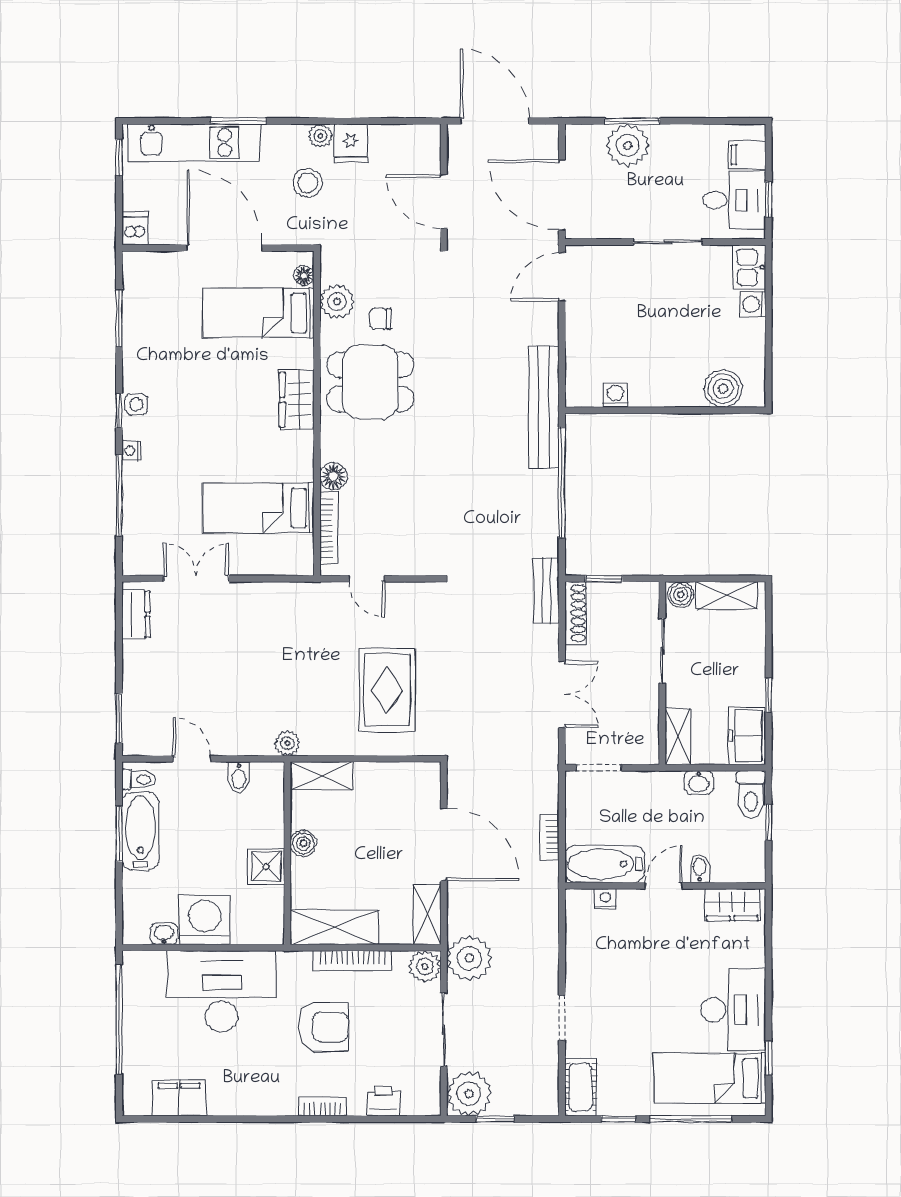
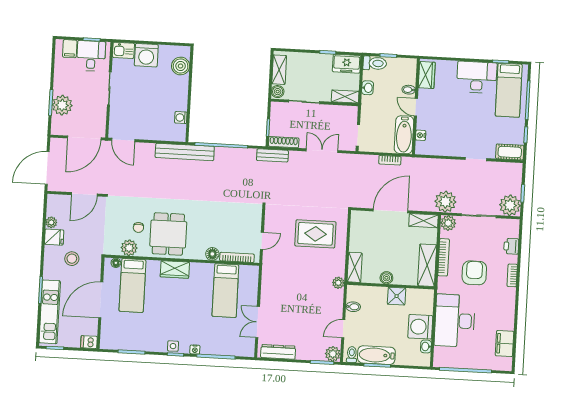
plant: (320, 136) -> (51, 222), moved
washing machine: (753, 304) -> (146, 55), width x1.89, depth x1.89
dresser: (136, 614) -> (278, 352), width x1.44
plant: (138, 740) -> (333, 354), added

